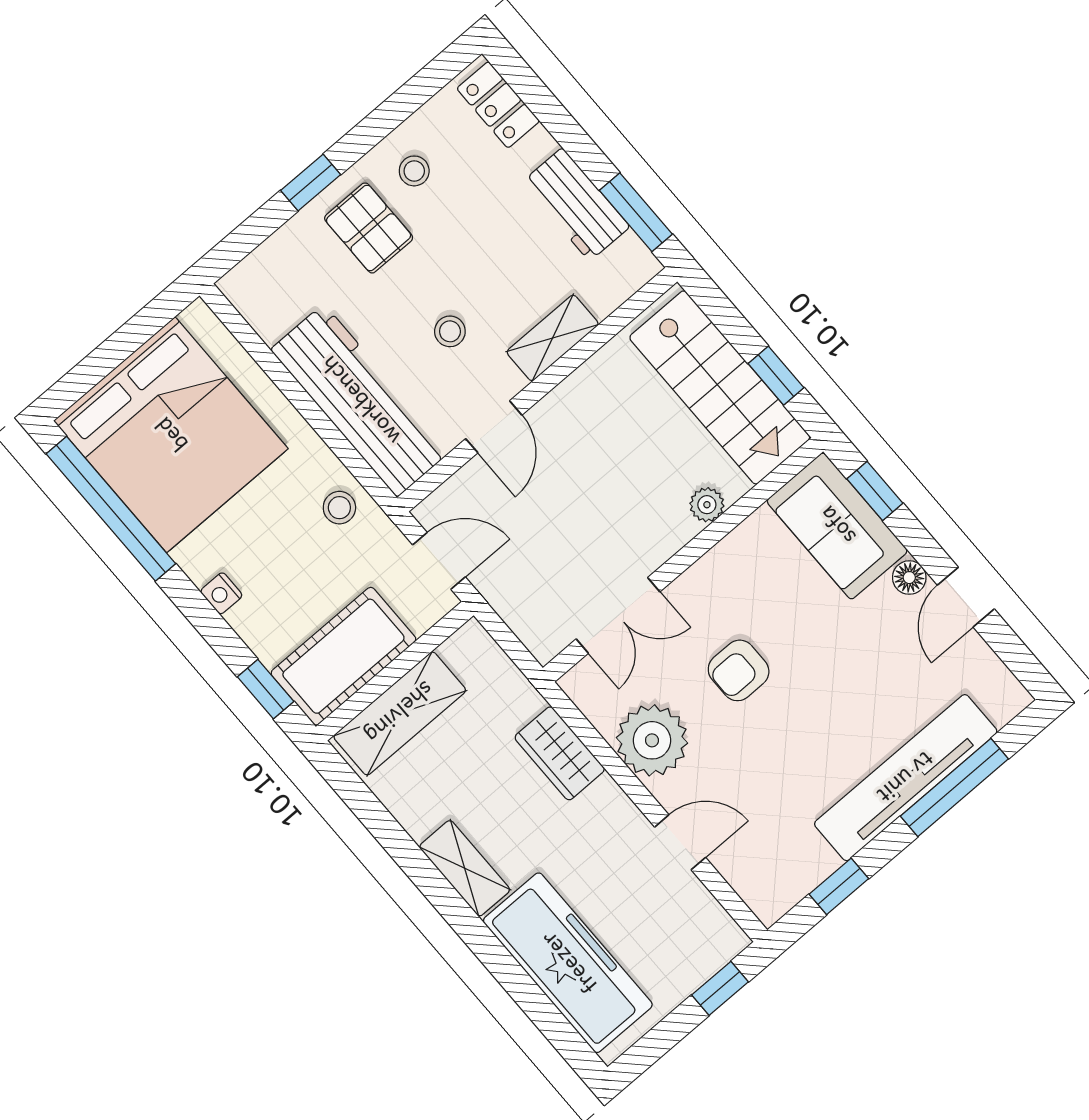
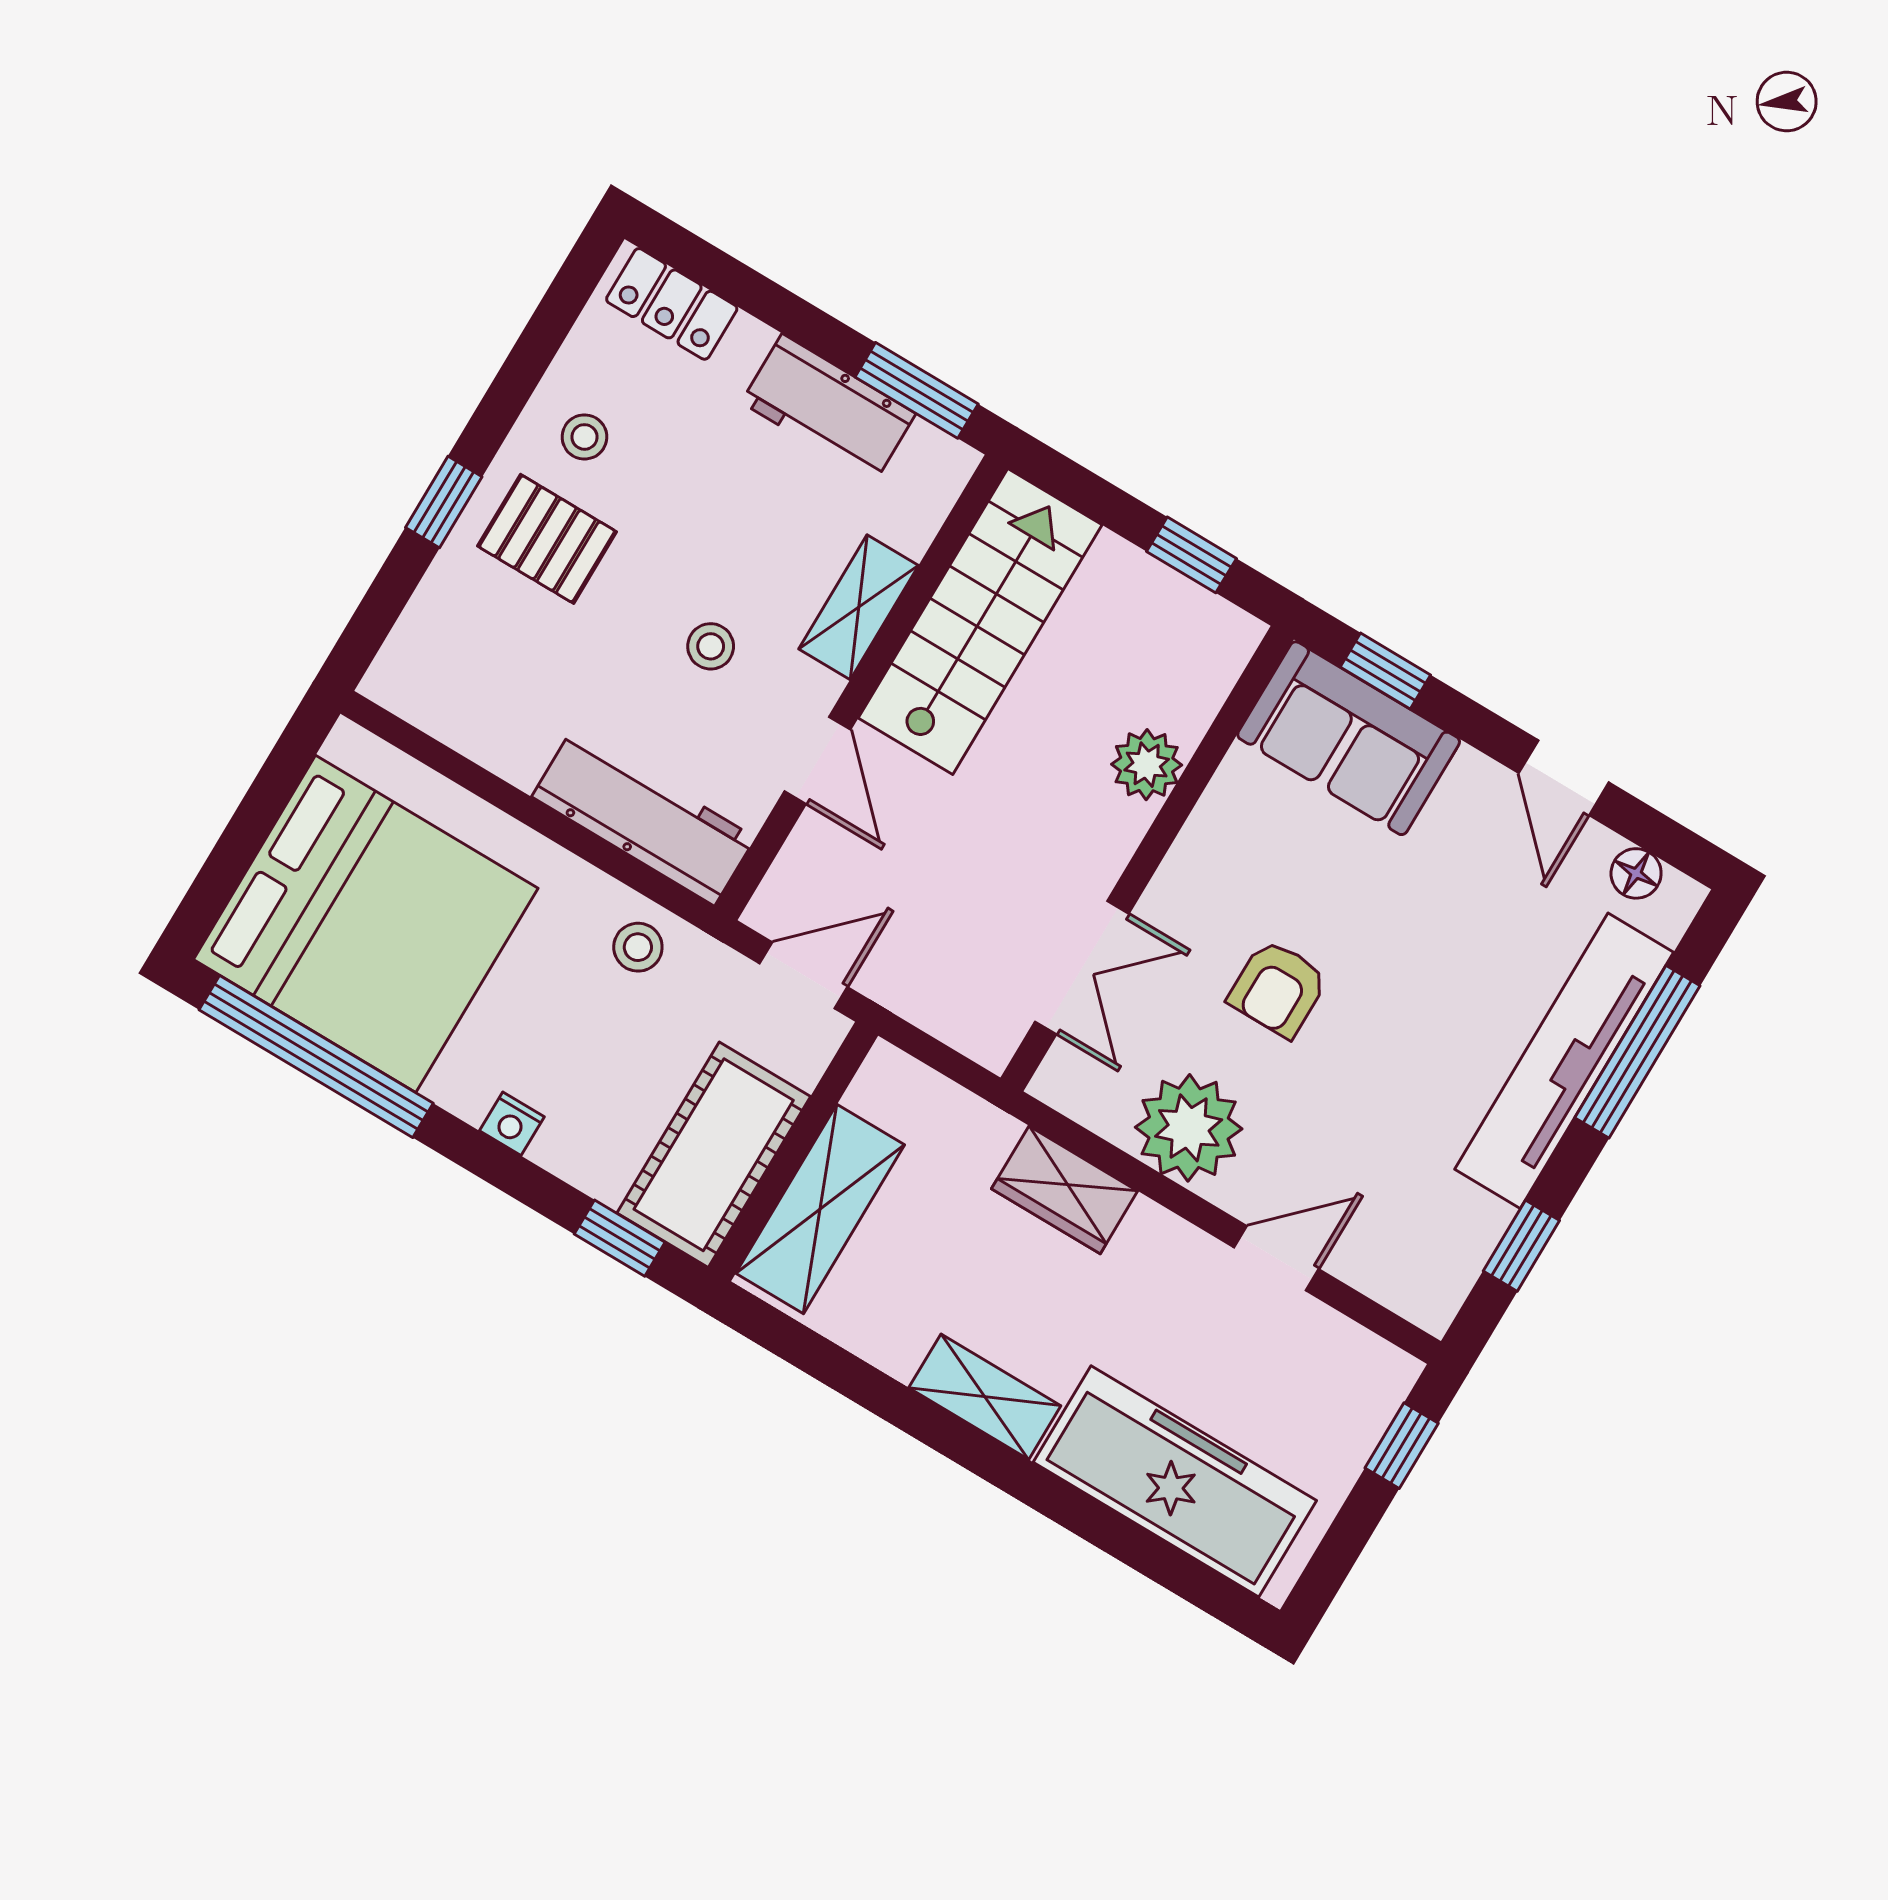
stairs: (720, 387) -> (980, 621), moved, turned -90
workbench: (360, 401) -> (644, 817), width x0.73, depth x0.76
plant: (707, 505) -> (1147, 765), width x1.38, depth x1.38
floor lamp: (909, 578) -> (1636, 873), moved

